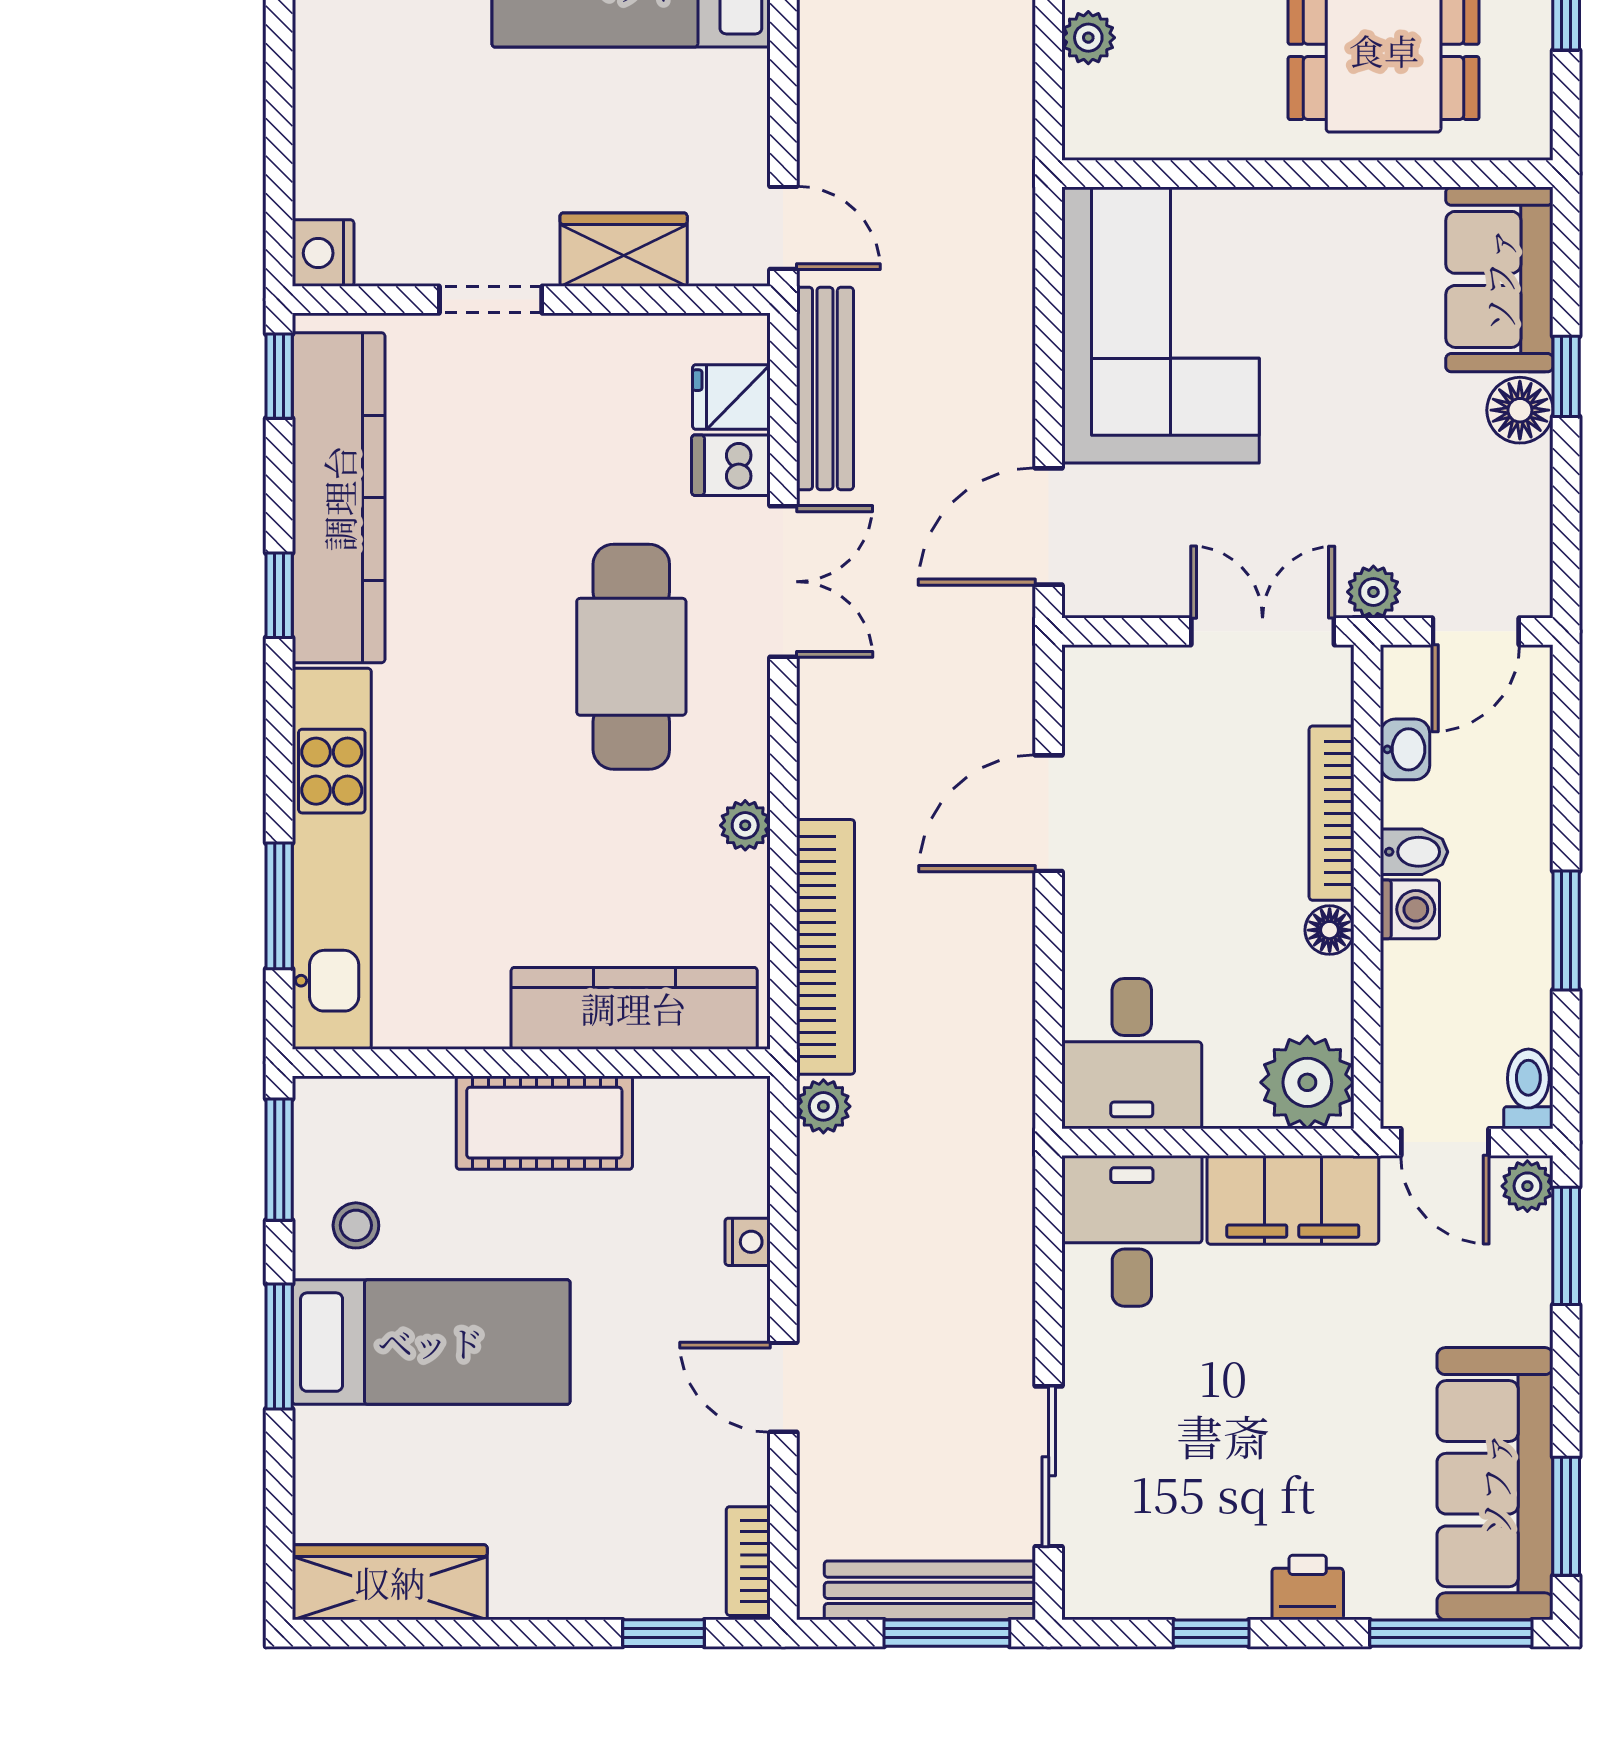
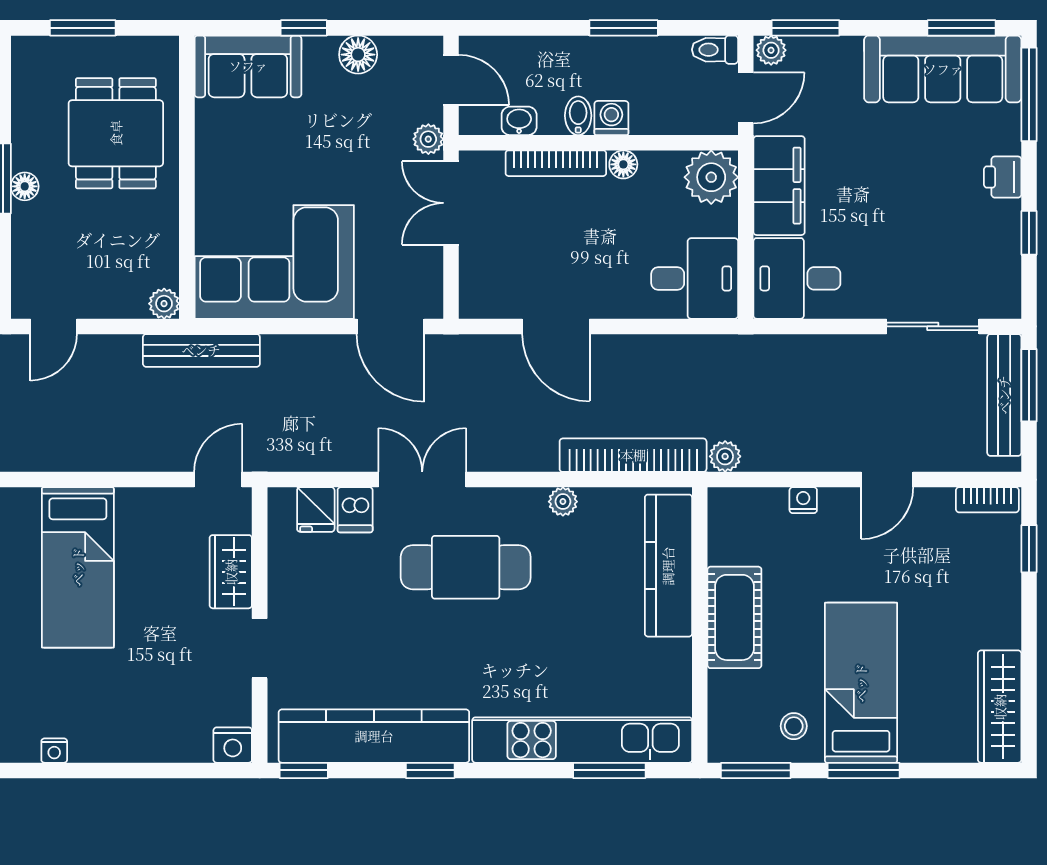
plant: (1088, 38) -> (164, 304), moved
bench: (825, 389) -> (201, 350), moved
floor lamp: (1520, 410) -> (358, 55), moved

